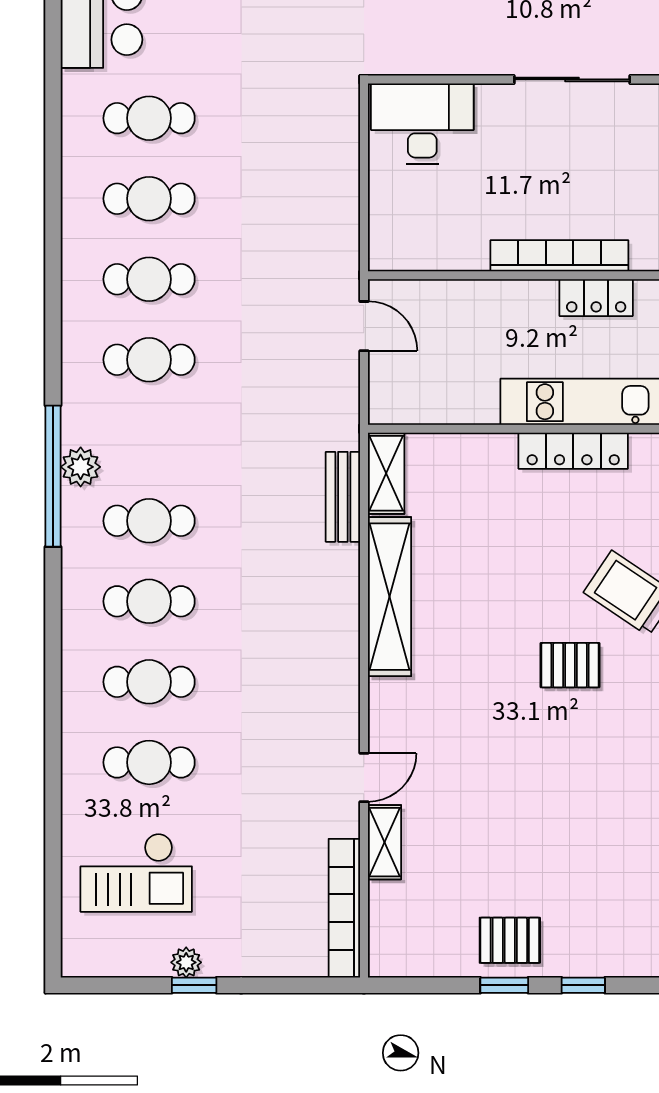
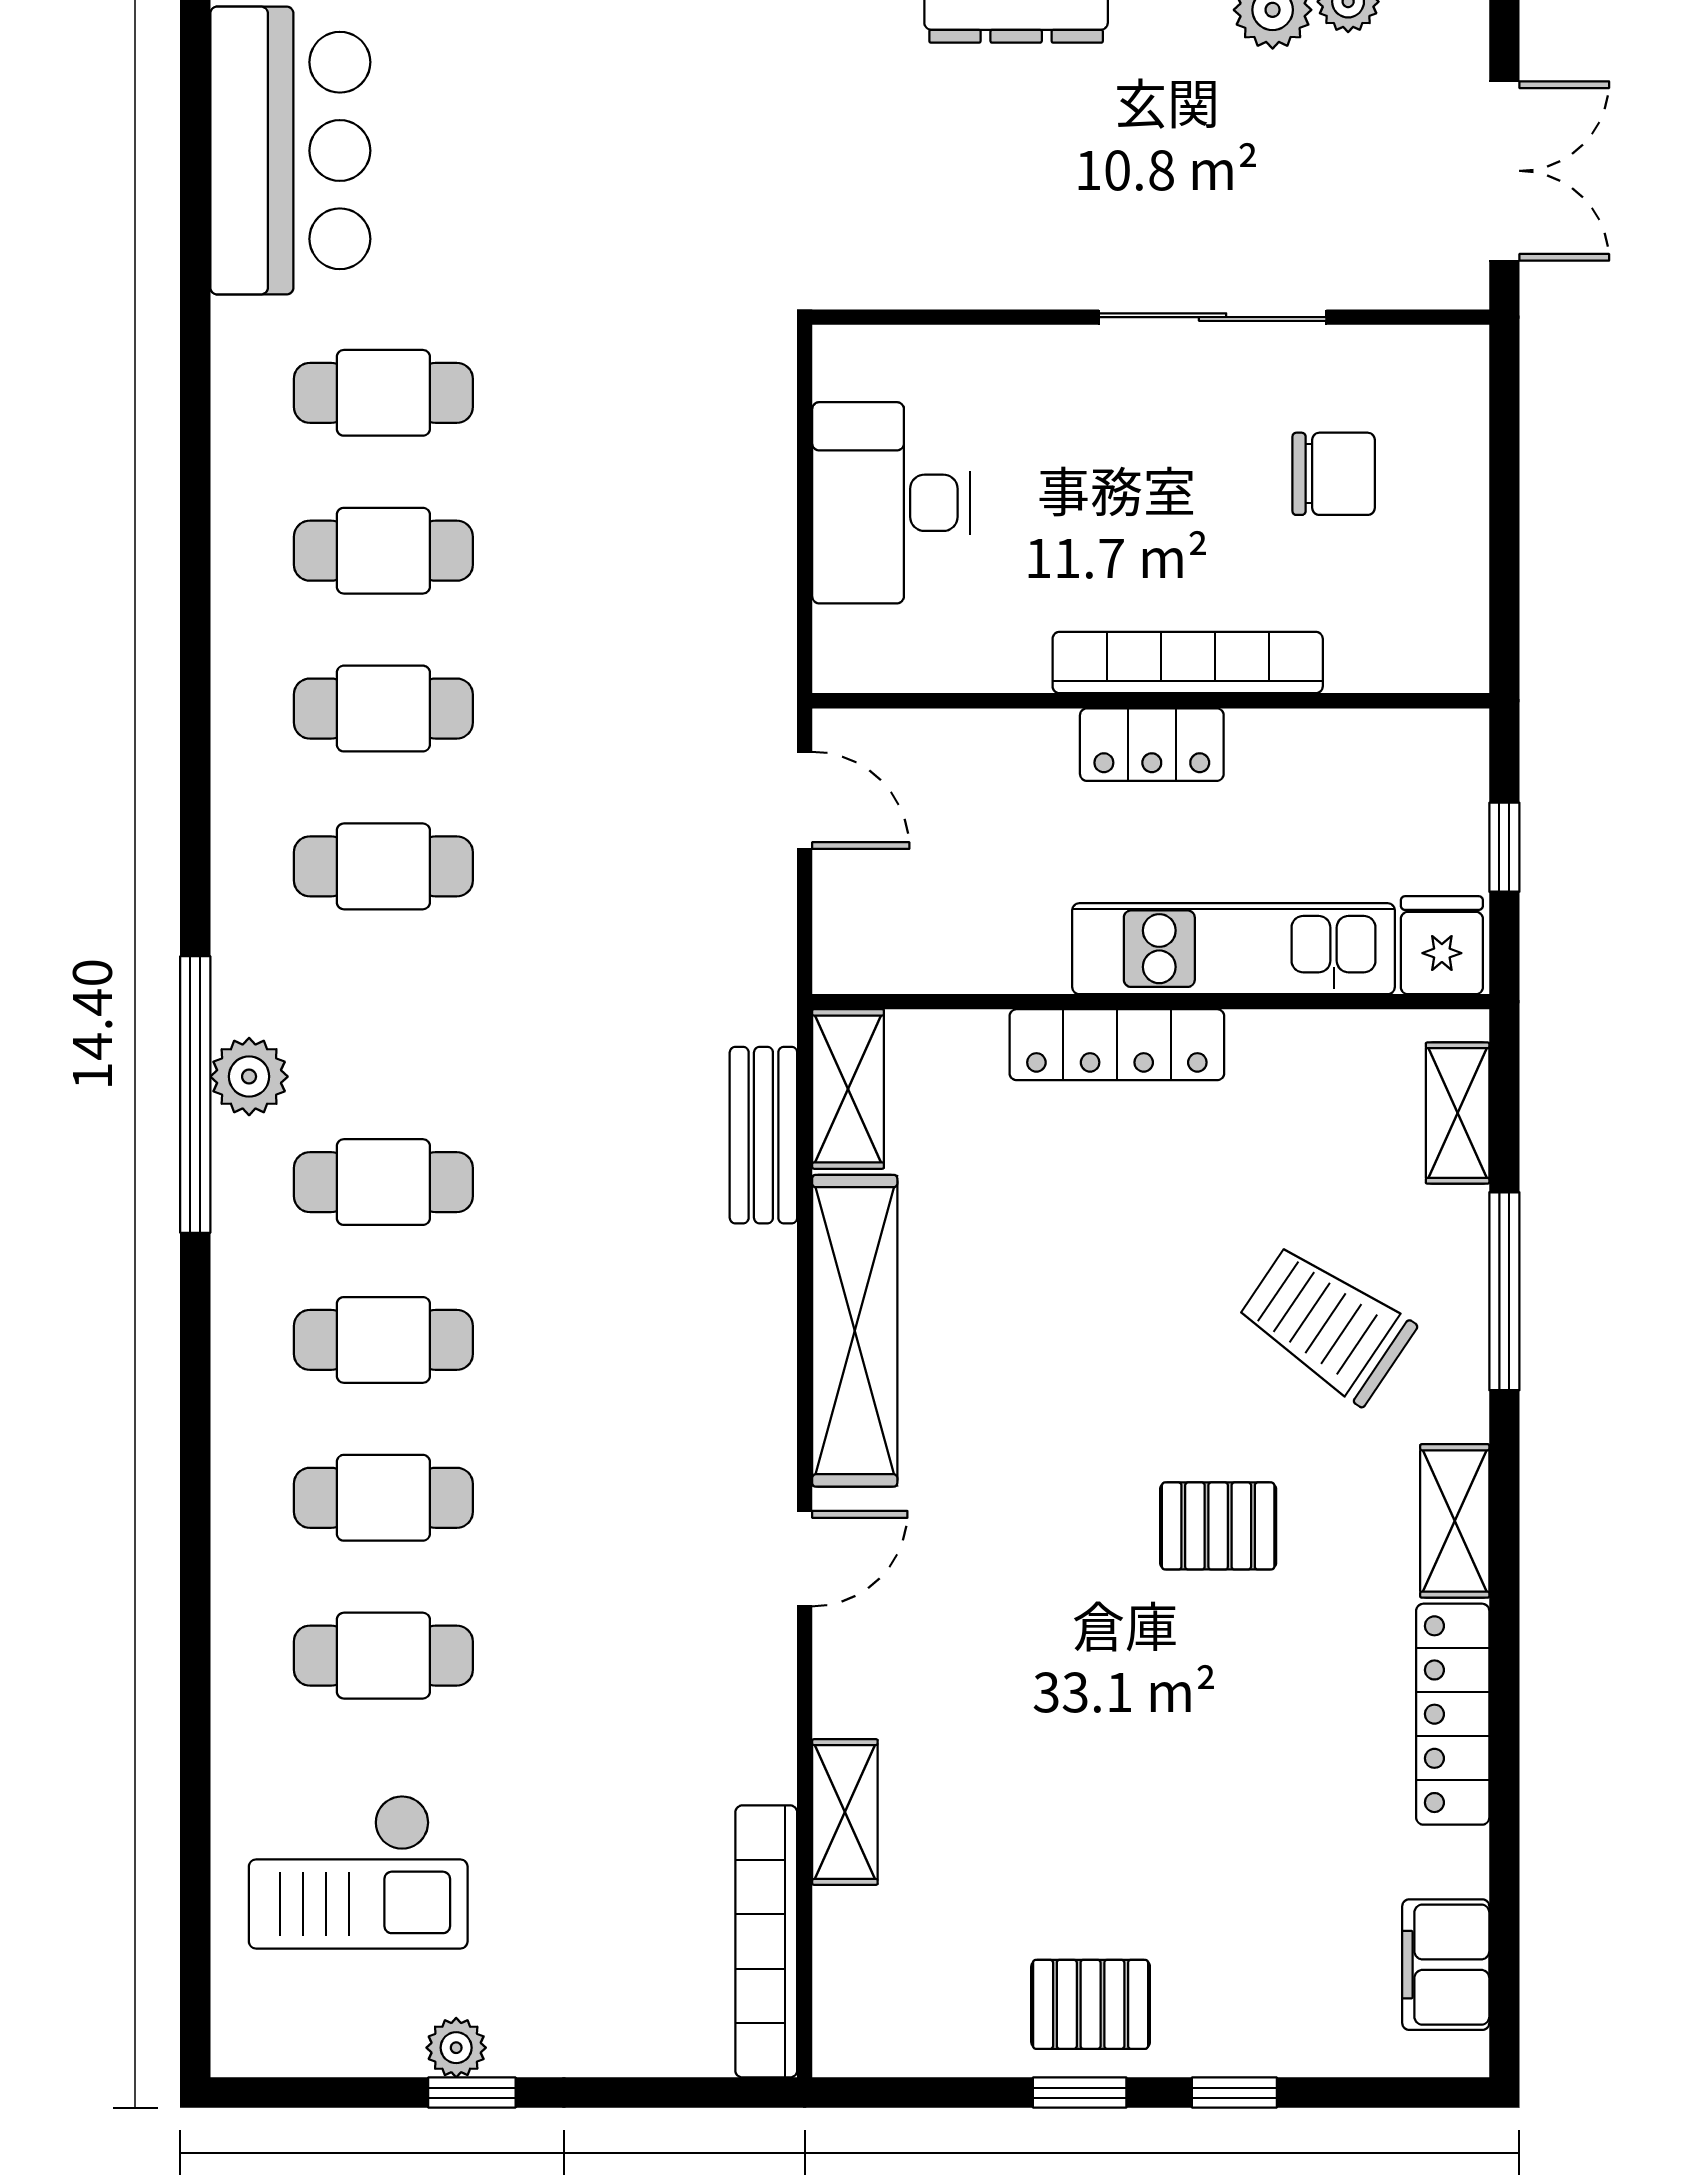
desk: (422, 124) -> (891, 503), moved, turned -90
chair: (634, 159) -> (1334, 474), added
locker: (596, 298) -> (1152, 745), moved
locker: (573, 451) -> (1117, 1045), moved
pallet: (570, 665) -> (1218, 1526), moved
door: (364, 777) -> (805, 1559), moved

